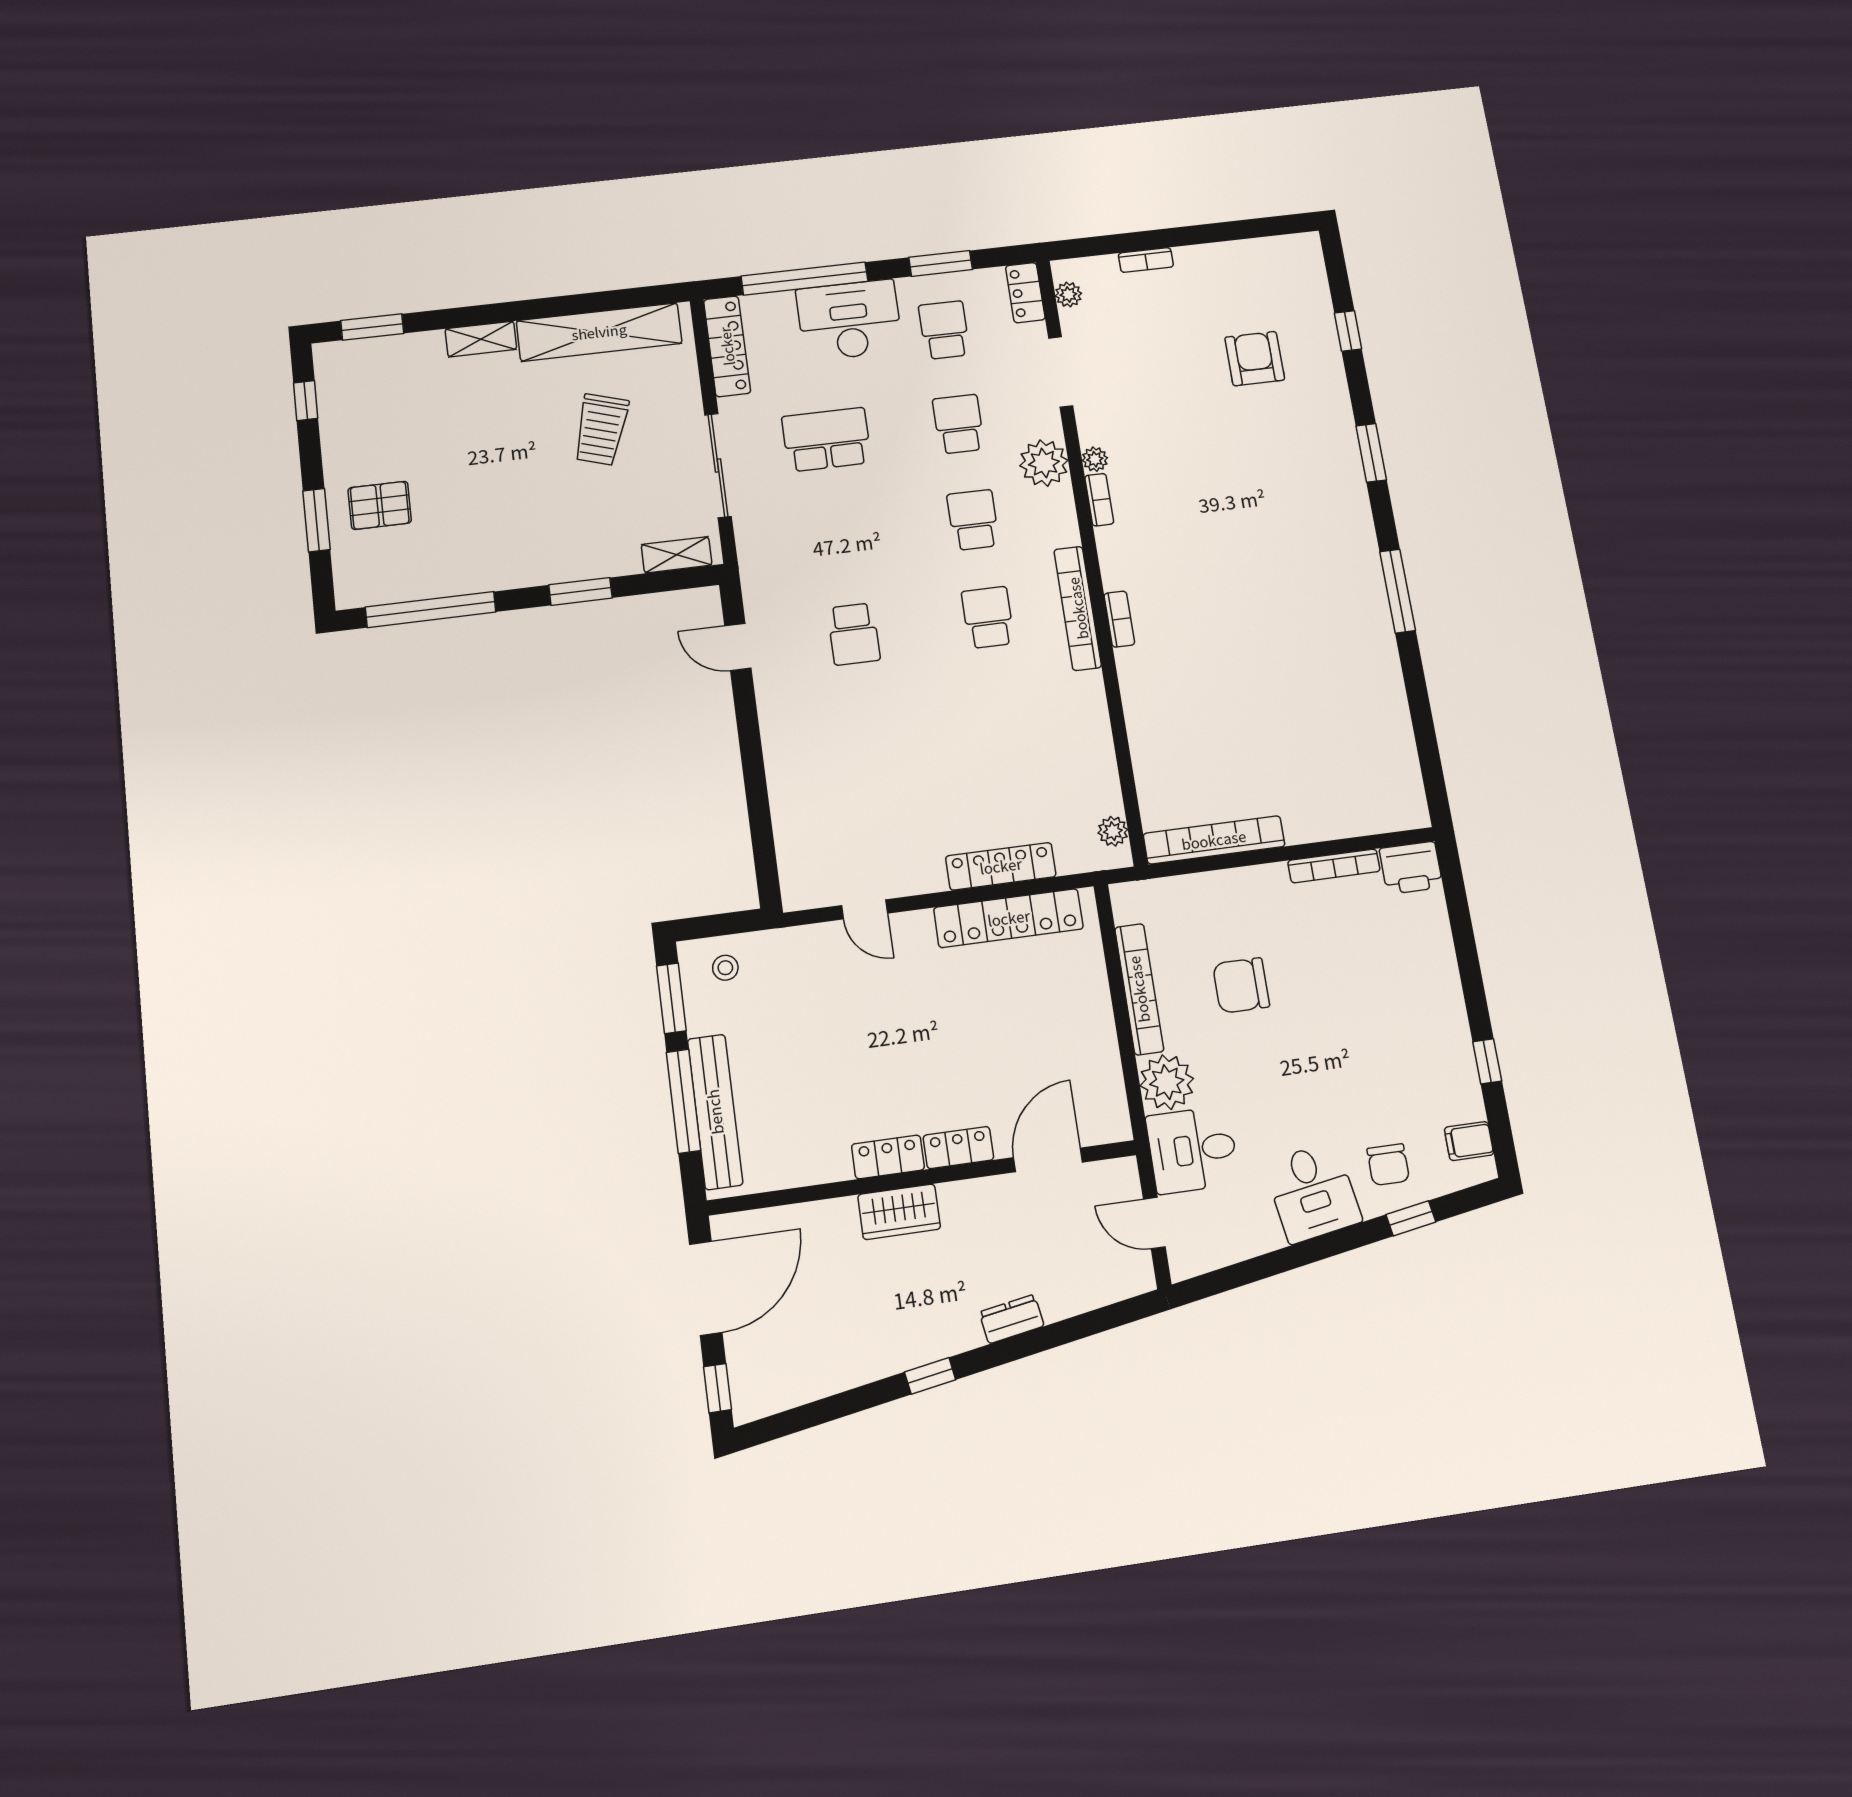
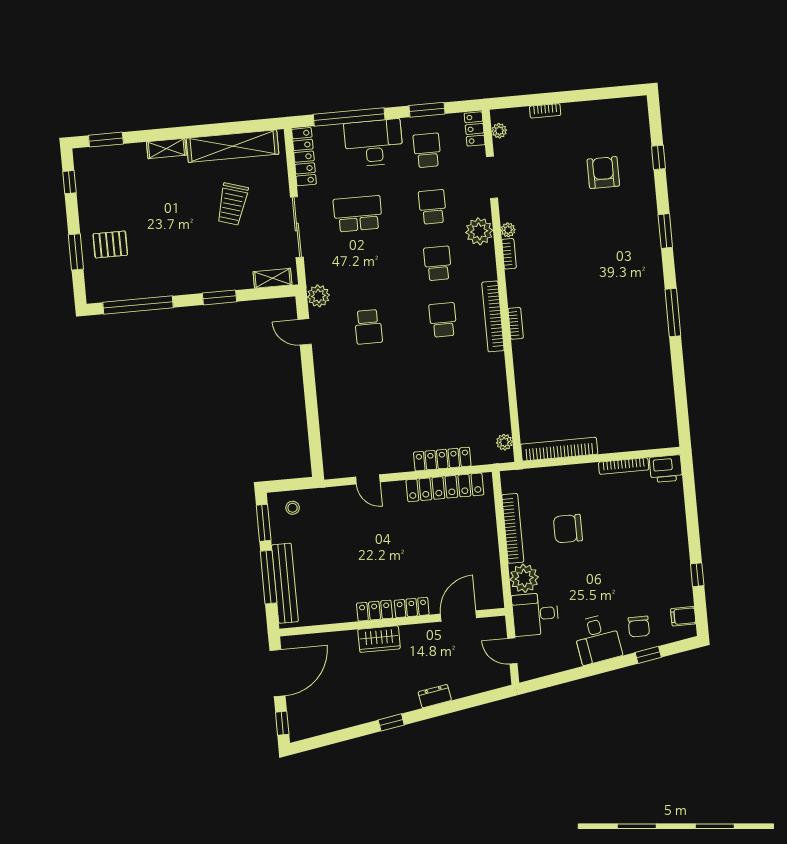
plant: (761, 583) -> (318, 296), added

